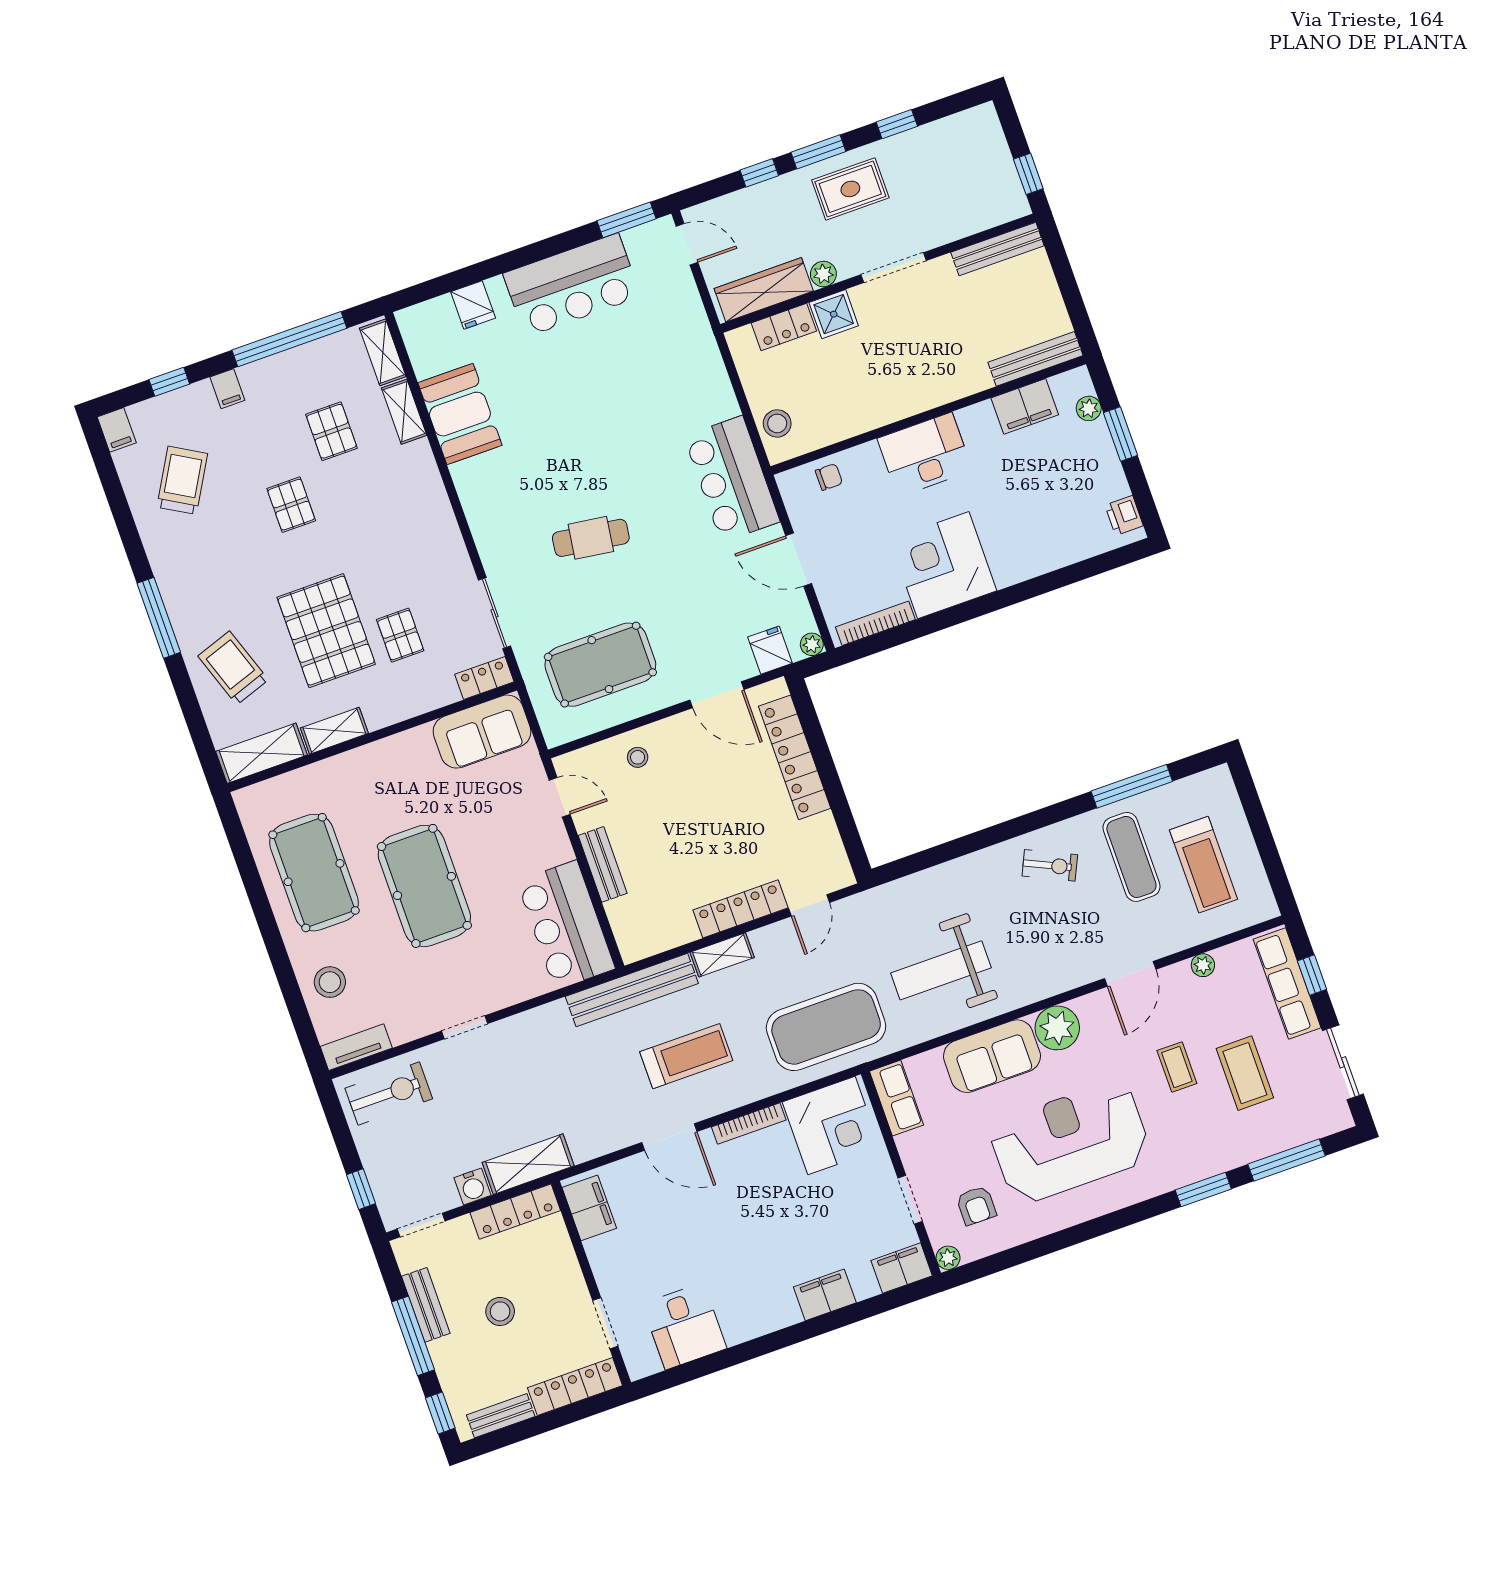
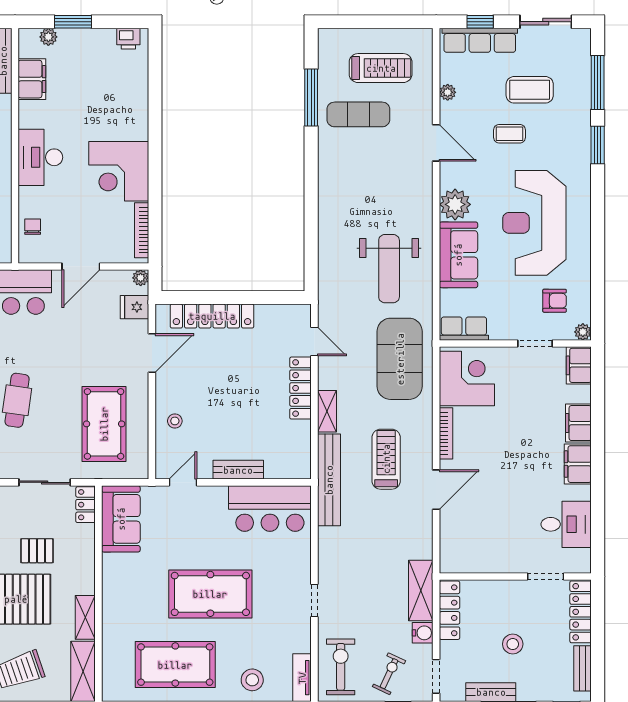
exercise bike: (1050, 865) -> (389, 674), moved
filing cabinet: (589, 1208) -> (578, 464), moved, turned -90

